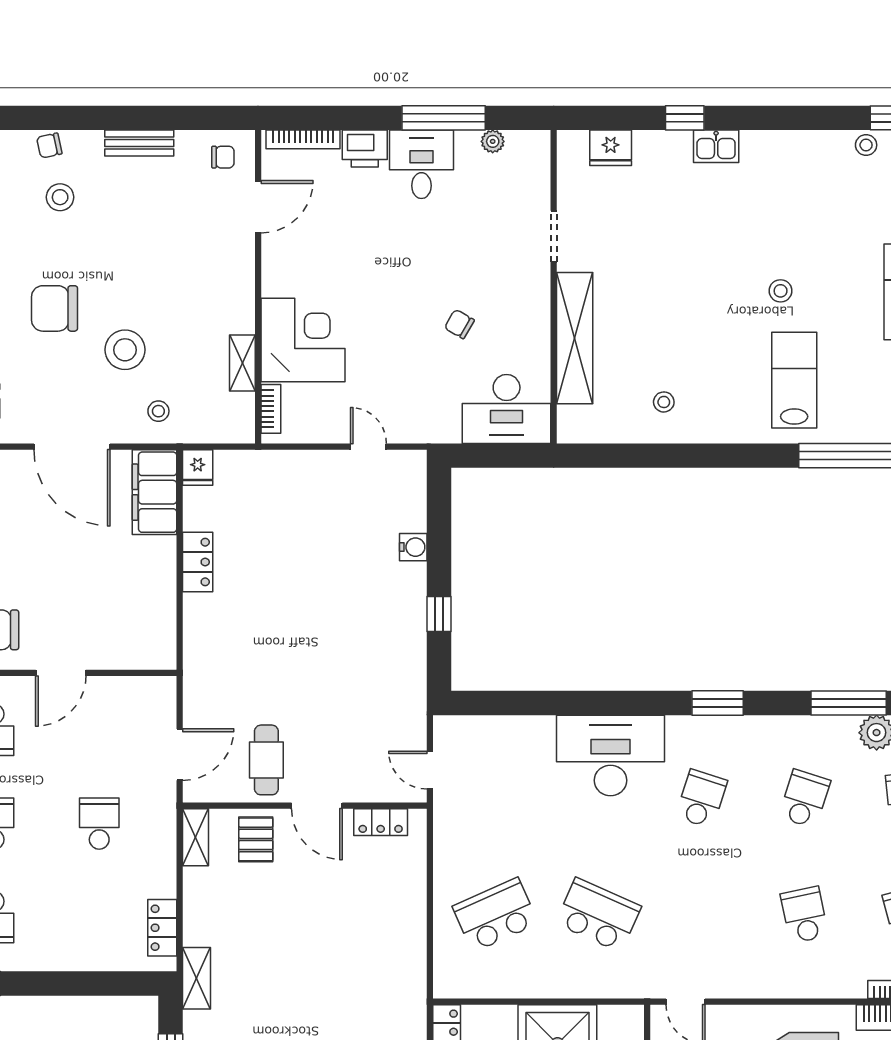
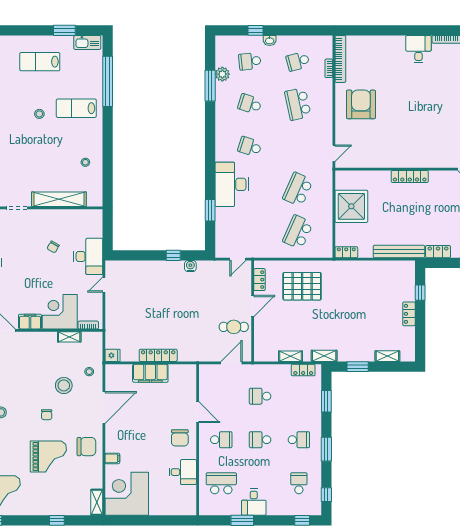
filing cabinet: (279, 268) -> (30, 322), added
chair: (54, 308) -> (47, 415), width x0.54, depth x0.54
desk: (507, 409) -> (88, 256), moved
filing cabinet: (155, 492) -> (150, 373), moved
water cooler: (413, 547) -> (190, 266), moved
locker: (198, 562) -> (158, 355), width x1.53
window: (718, 703) -> (210, 210), moved
door: (180, 755) -> (231, 363), hinge flipped
shelving: (196, 837) -> (290, 356), moved
pallet: (256, 839) -> (302, 286), moved, width x2.05, depth x2.00
school desk: (495, 915) -> (298, 232), turned 48
school desk: (804, 915) -> (298, 104), width x1.85
window: (87, 983) -> (326, 401), added

